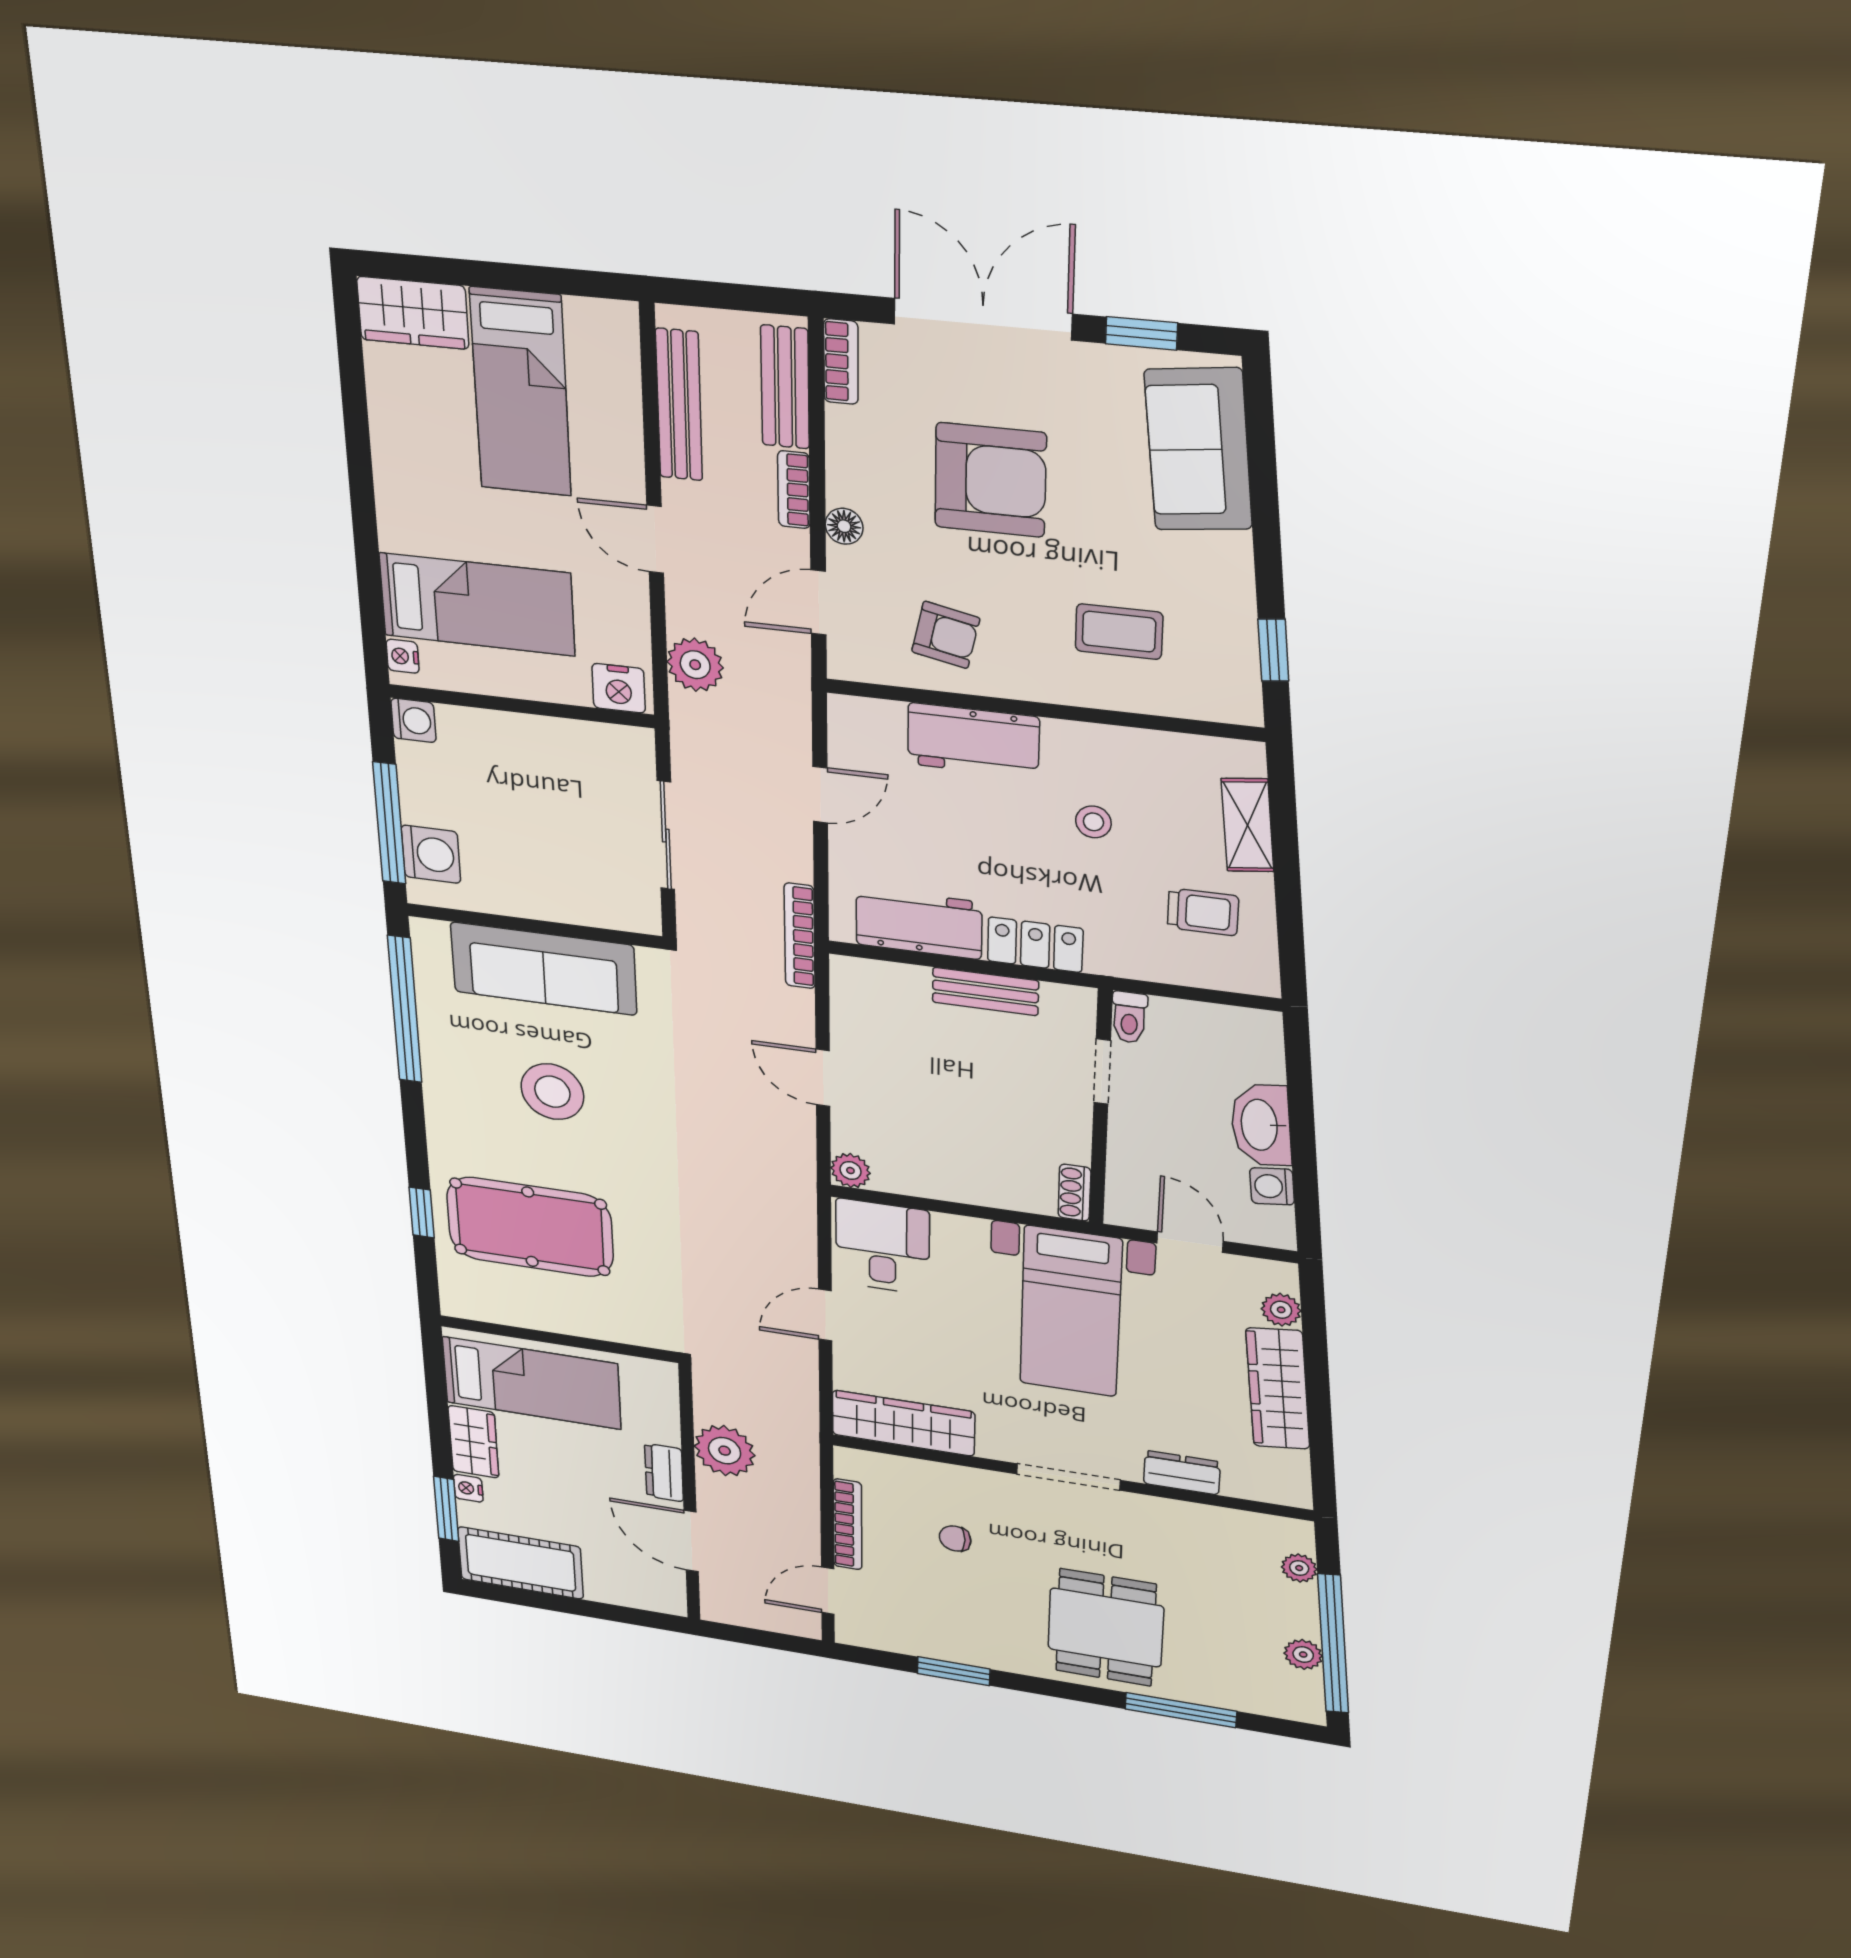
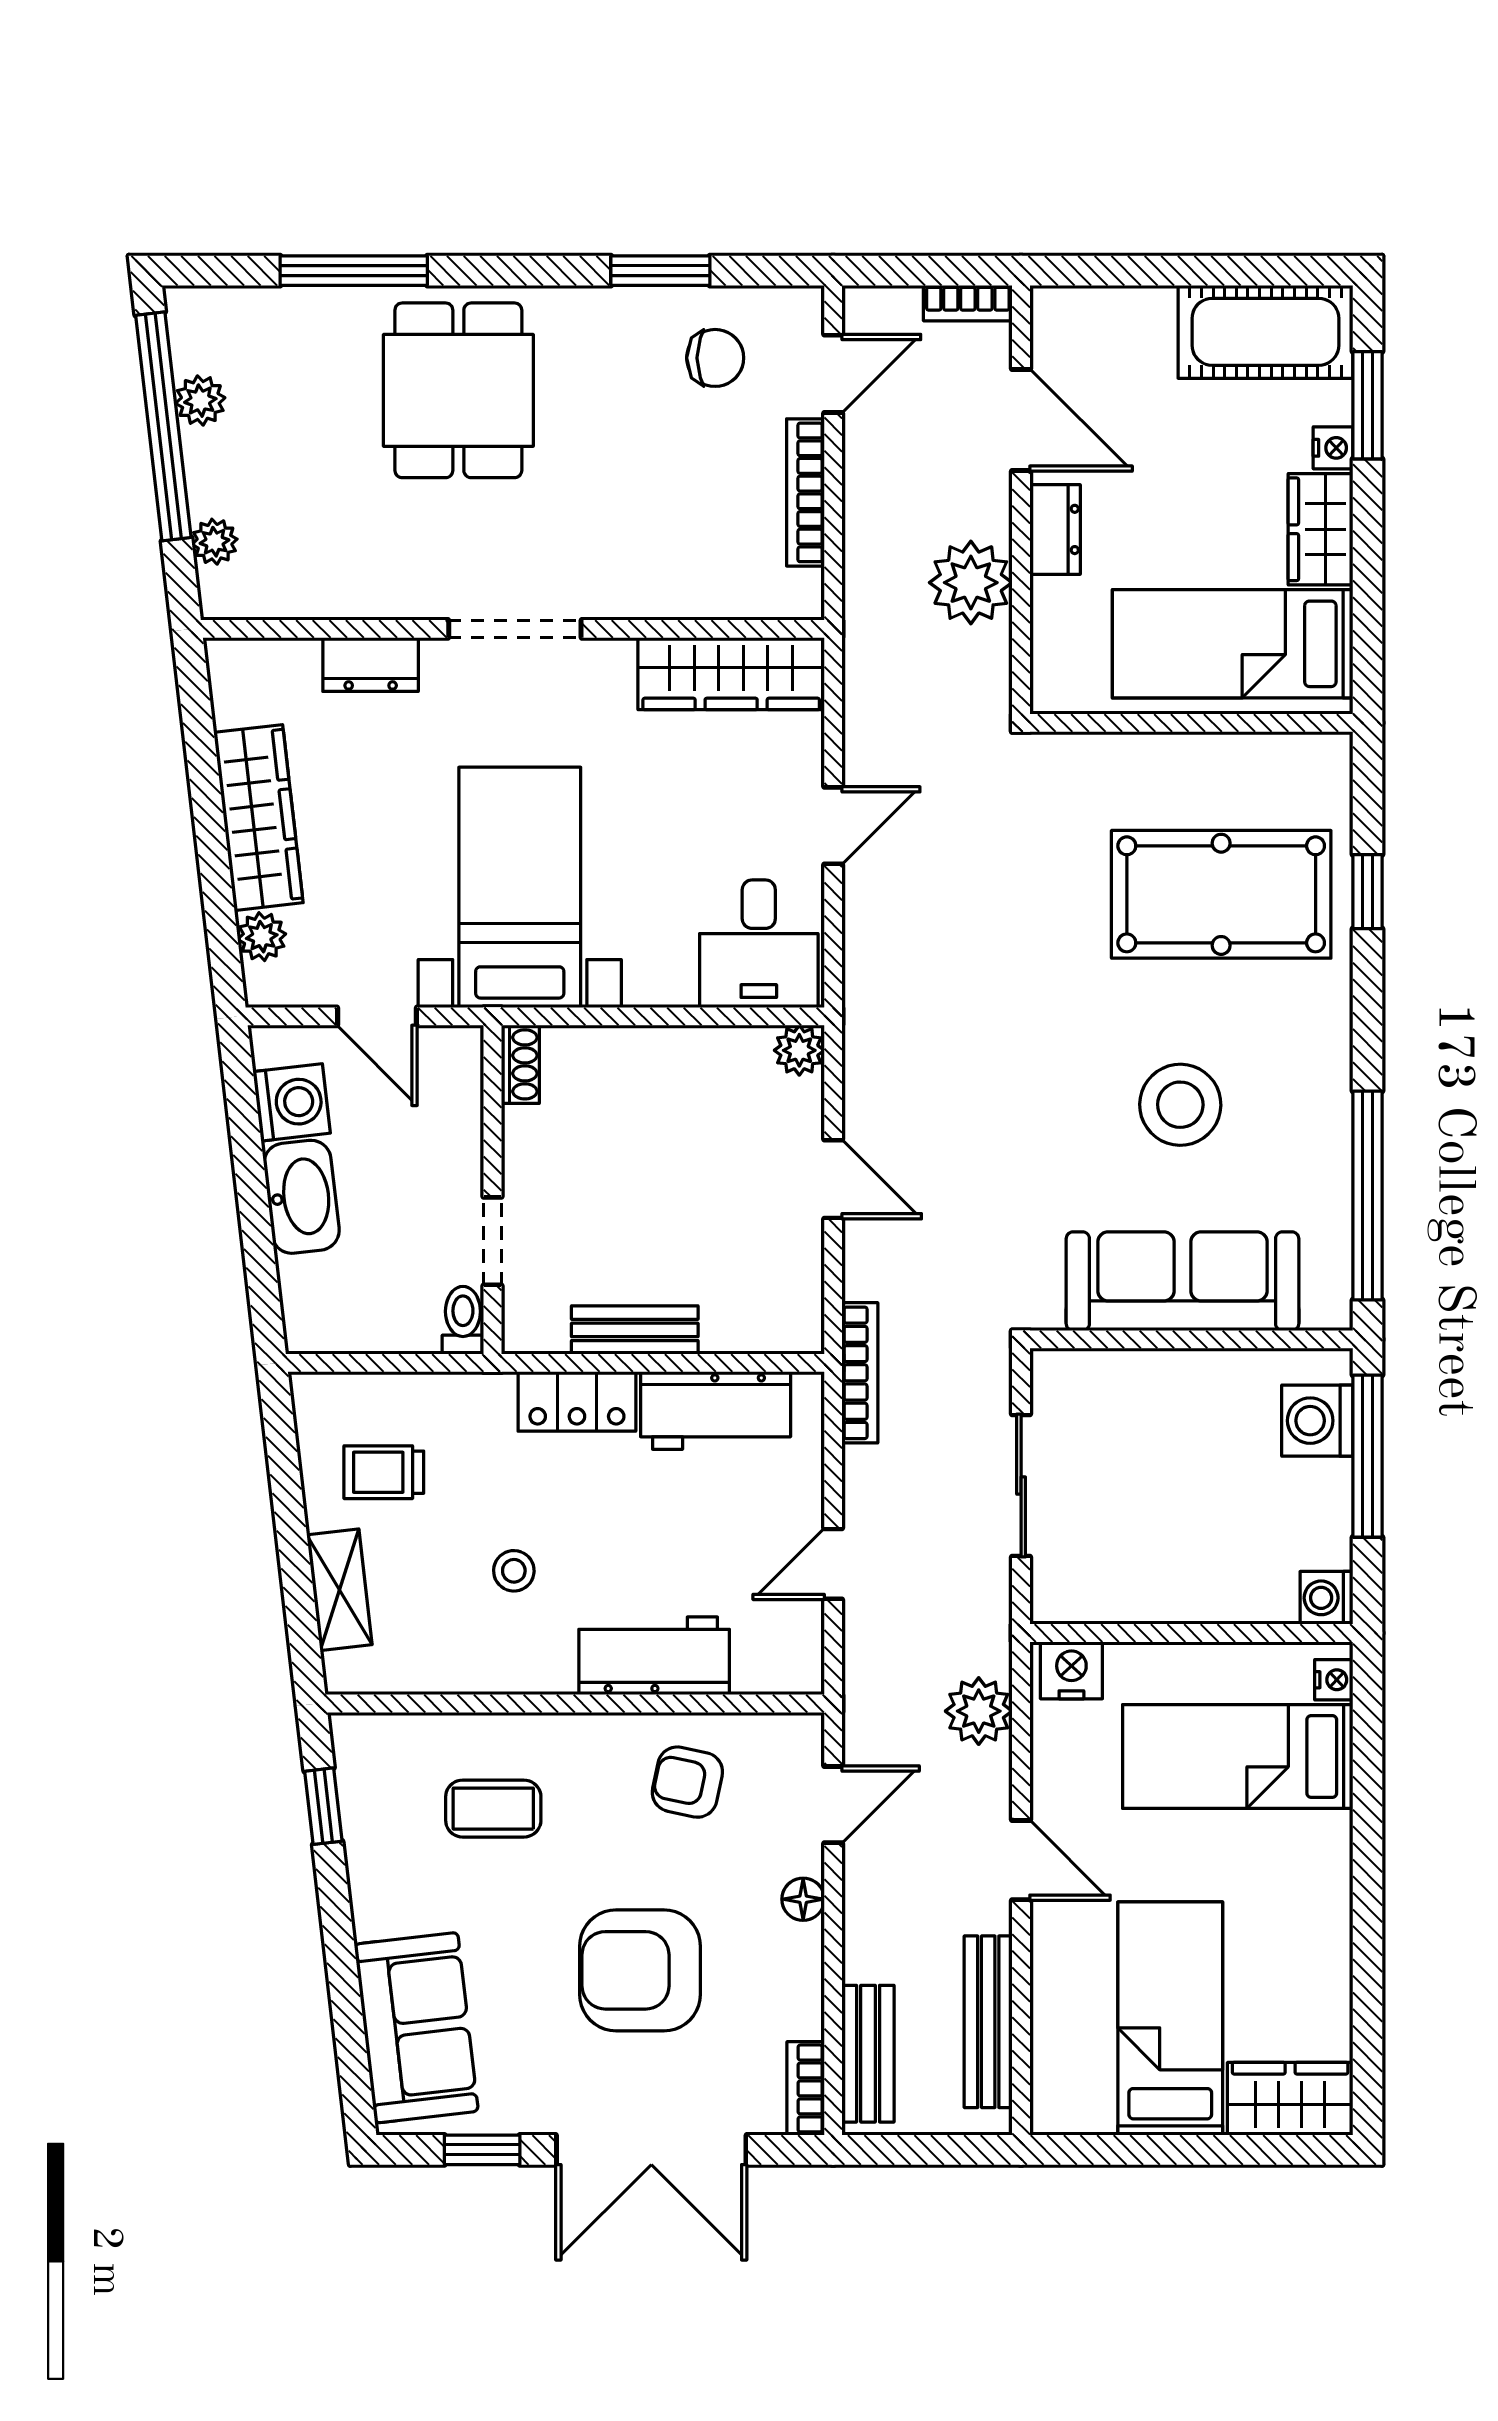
bookcase: (794, 490) -> (968, 303), moved, turned 90
washing machine: (1272, 1186) -> (292, 1102), width x1.38, depth x1.38
chair: (955, 1539) -> (715, 358), moved, width x1.37, depth x1.37

